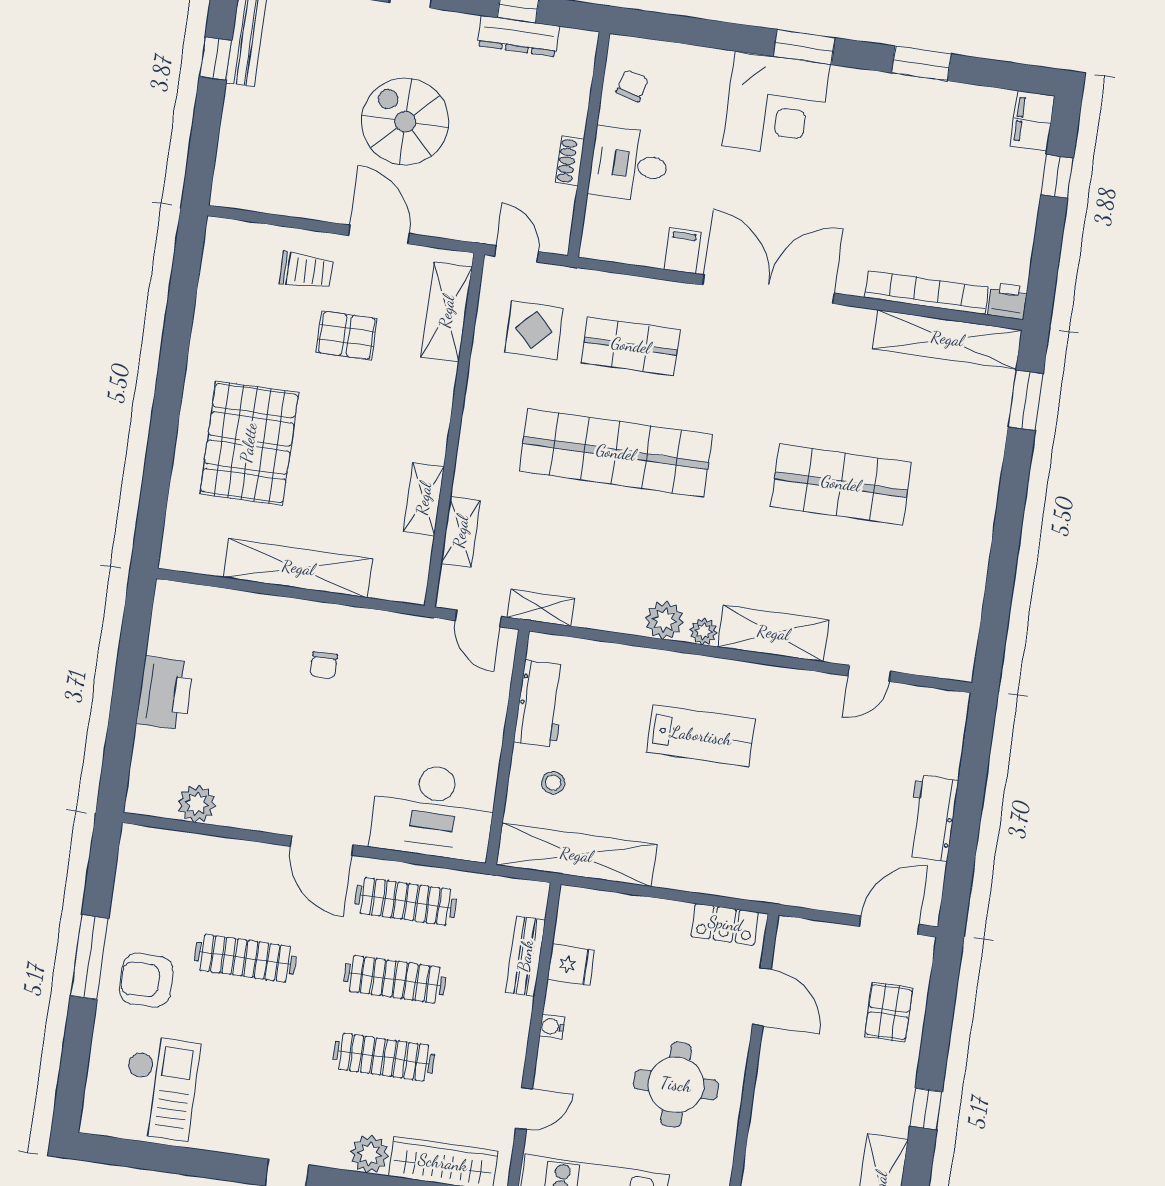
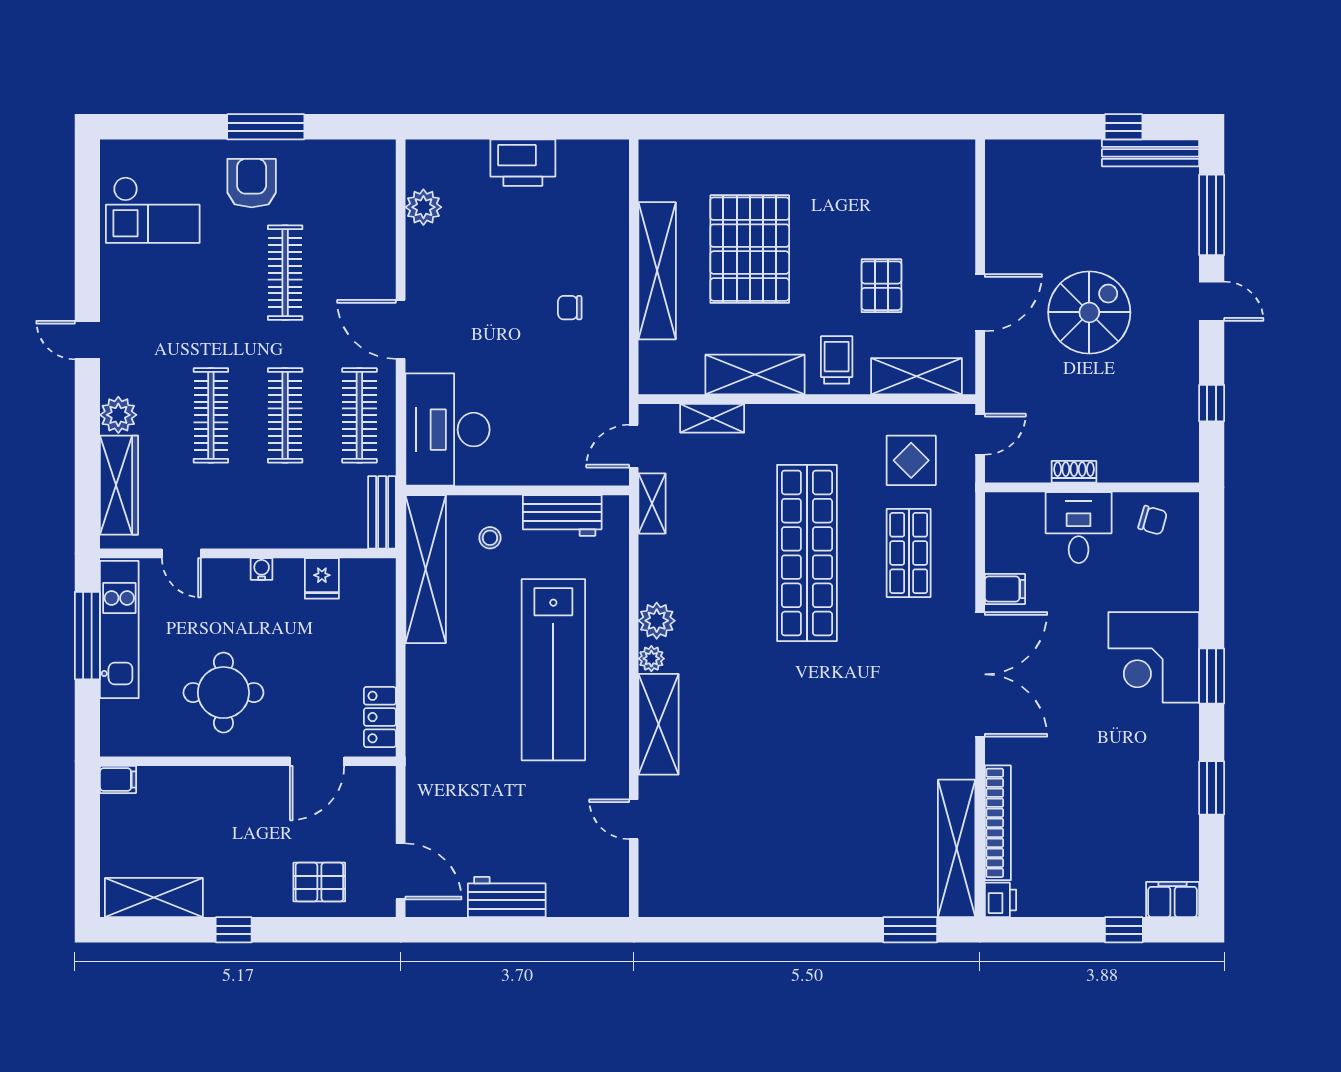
dresser: (519, 36) -> (1184, 407), removed
trolley: (306, 271) -> (837, 360), moved, turned 180
pallet: (249, 443) -> (750, 249), moved, turned 90
shop shelf: (841, 484) -> (807, 768), removed
shelving: (424, 499) -> (755, 375), width x1.50, depth x1.33
lab bench: (701, 736) -> (553, 670), width x1.86, depth x1.39
door: (322, 846) -> (401, 329), hinge flipped
bench: (526, 956) -> (382, 512), moved, turned 90

